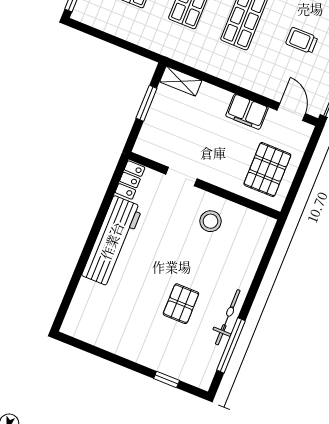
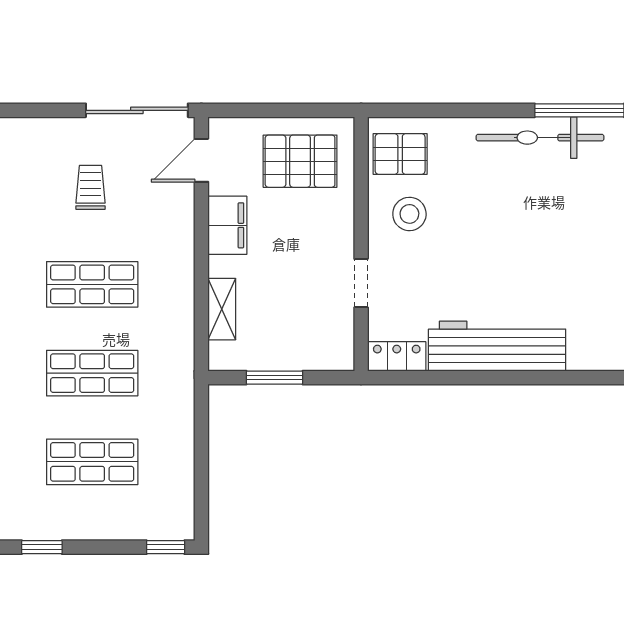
trolley: (302, 40) -> (91, 187), turned 180
shelving: (181, 81) -> (222, 309), moved
pallet: (181, 304) -> (400, 154), moved
bicycle: (228, 317) -> (540, 138), width x1.37, depth x1.40

